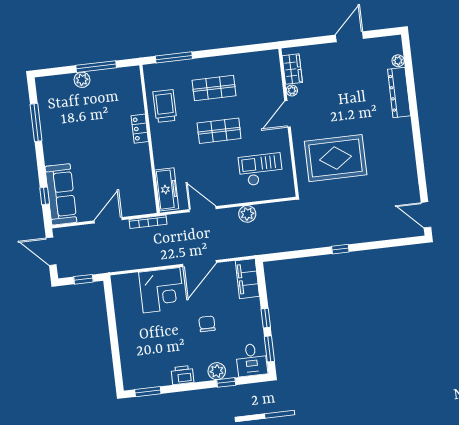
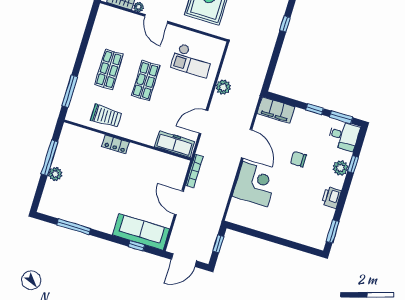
trolley: (165, 106) -> (106, 116), turned 180
checkout: (261, 170) -> (192, 60), turned -90

